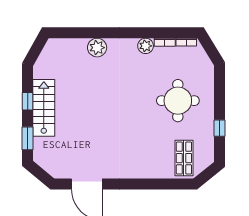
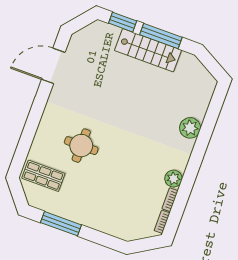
window: (28, 101) -> (161, 36), width x2.17
round table: (178, 101) -> (81, 146), moved, width x0.73, depth x0.73
window: (219, 128) -> (61, 224), width x2.17

